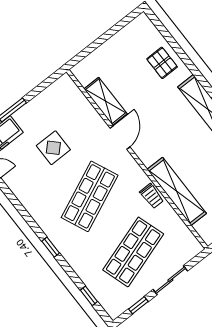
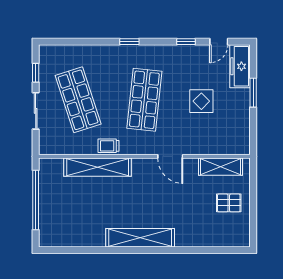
pallet: (162, 63) -> (229, 203), moved
shelving: (106, 101) -> (220, 167), moved
shop shelf: (90, 196) -> (144, 100), turned 30
window: (89, 296) -> (186, 42), moved

